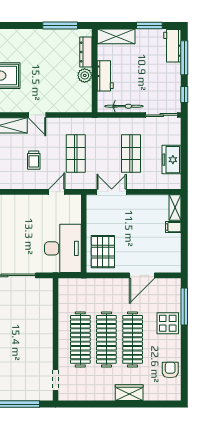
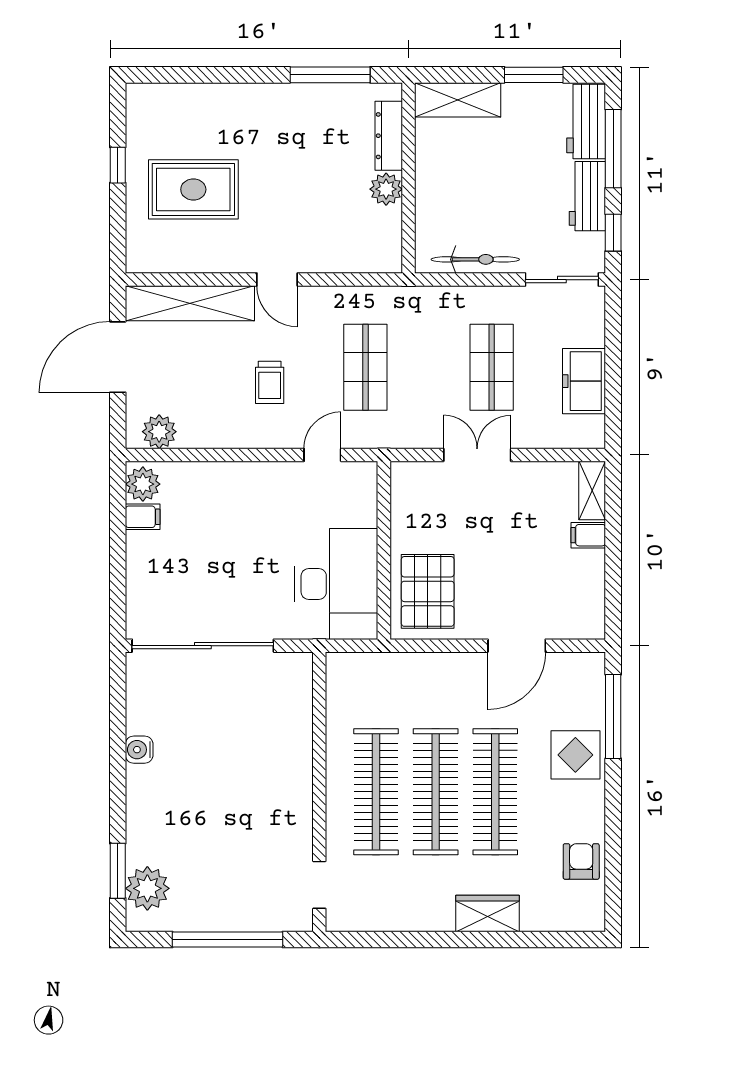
workbench: (105, 76) -> (587, 196), moved, turned 180
double door: (112, 192) -> (477, 455), moved

